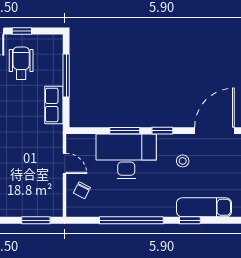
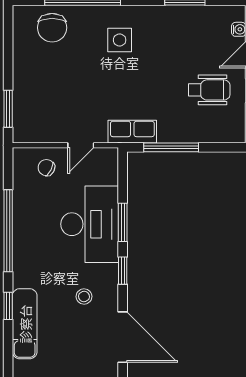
window: (66, 75) -> (171, 147), moved
row of seats: (54, 105) -> (132, 132), moved

